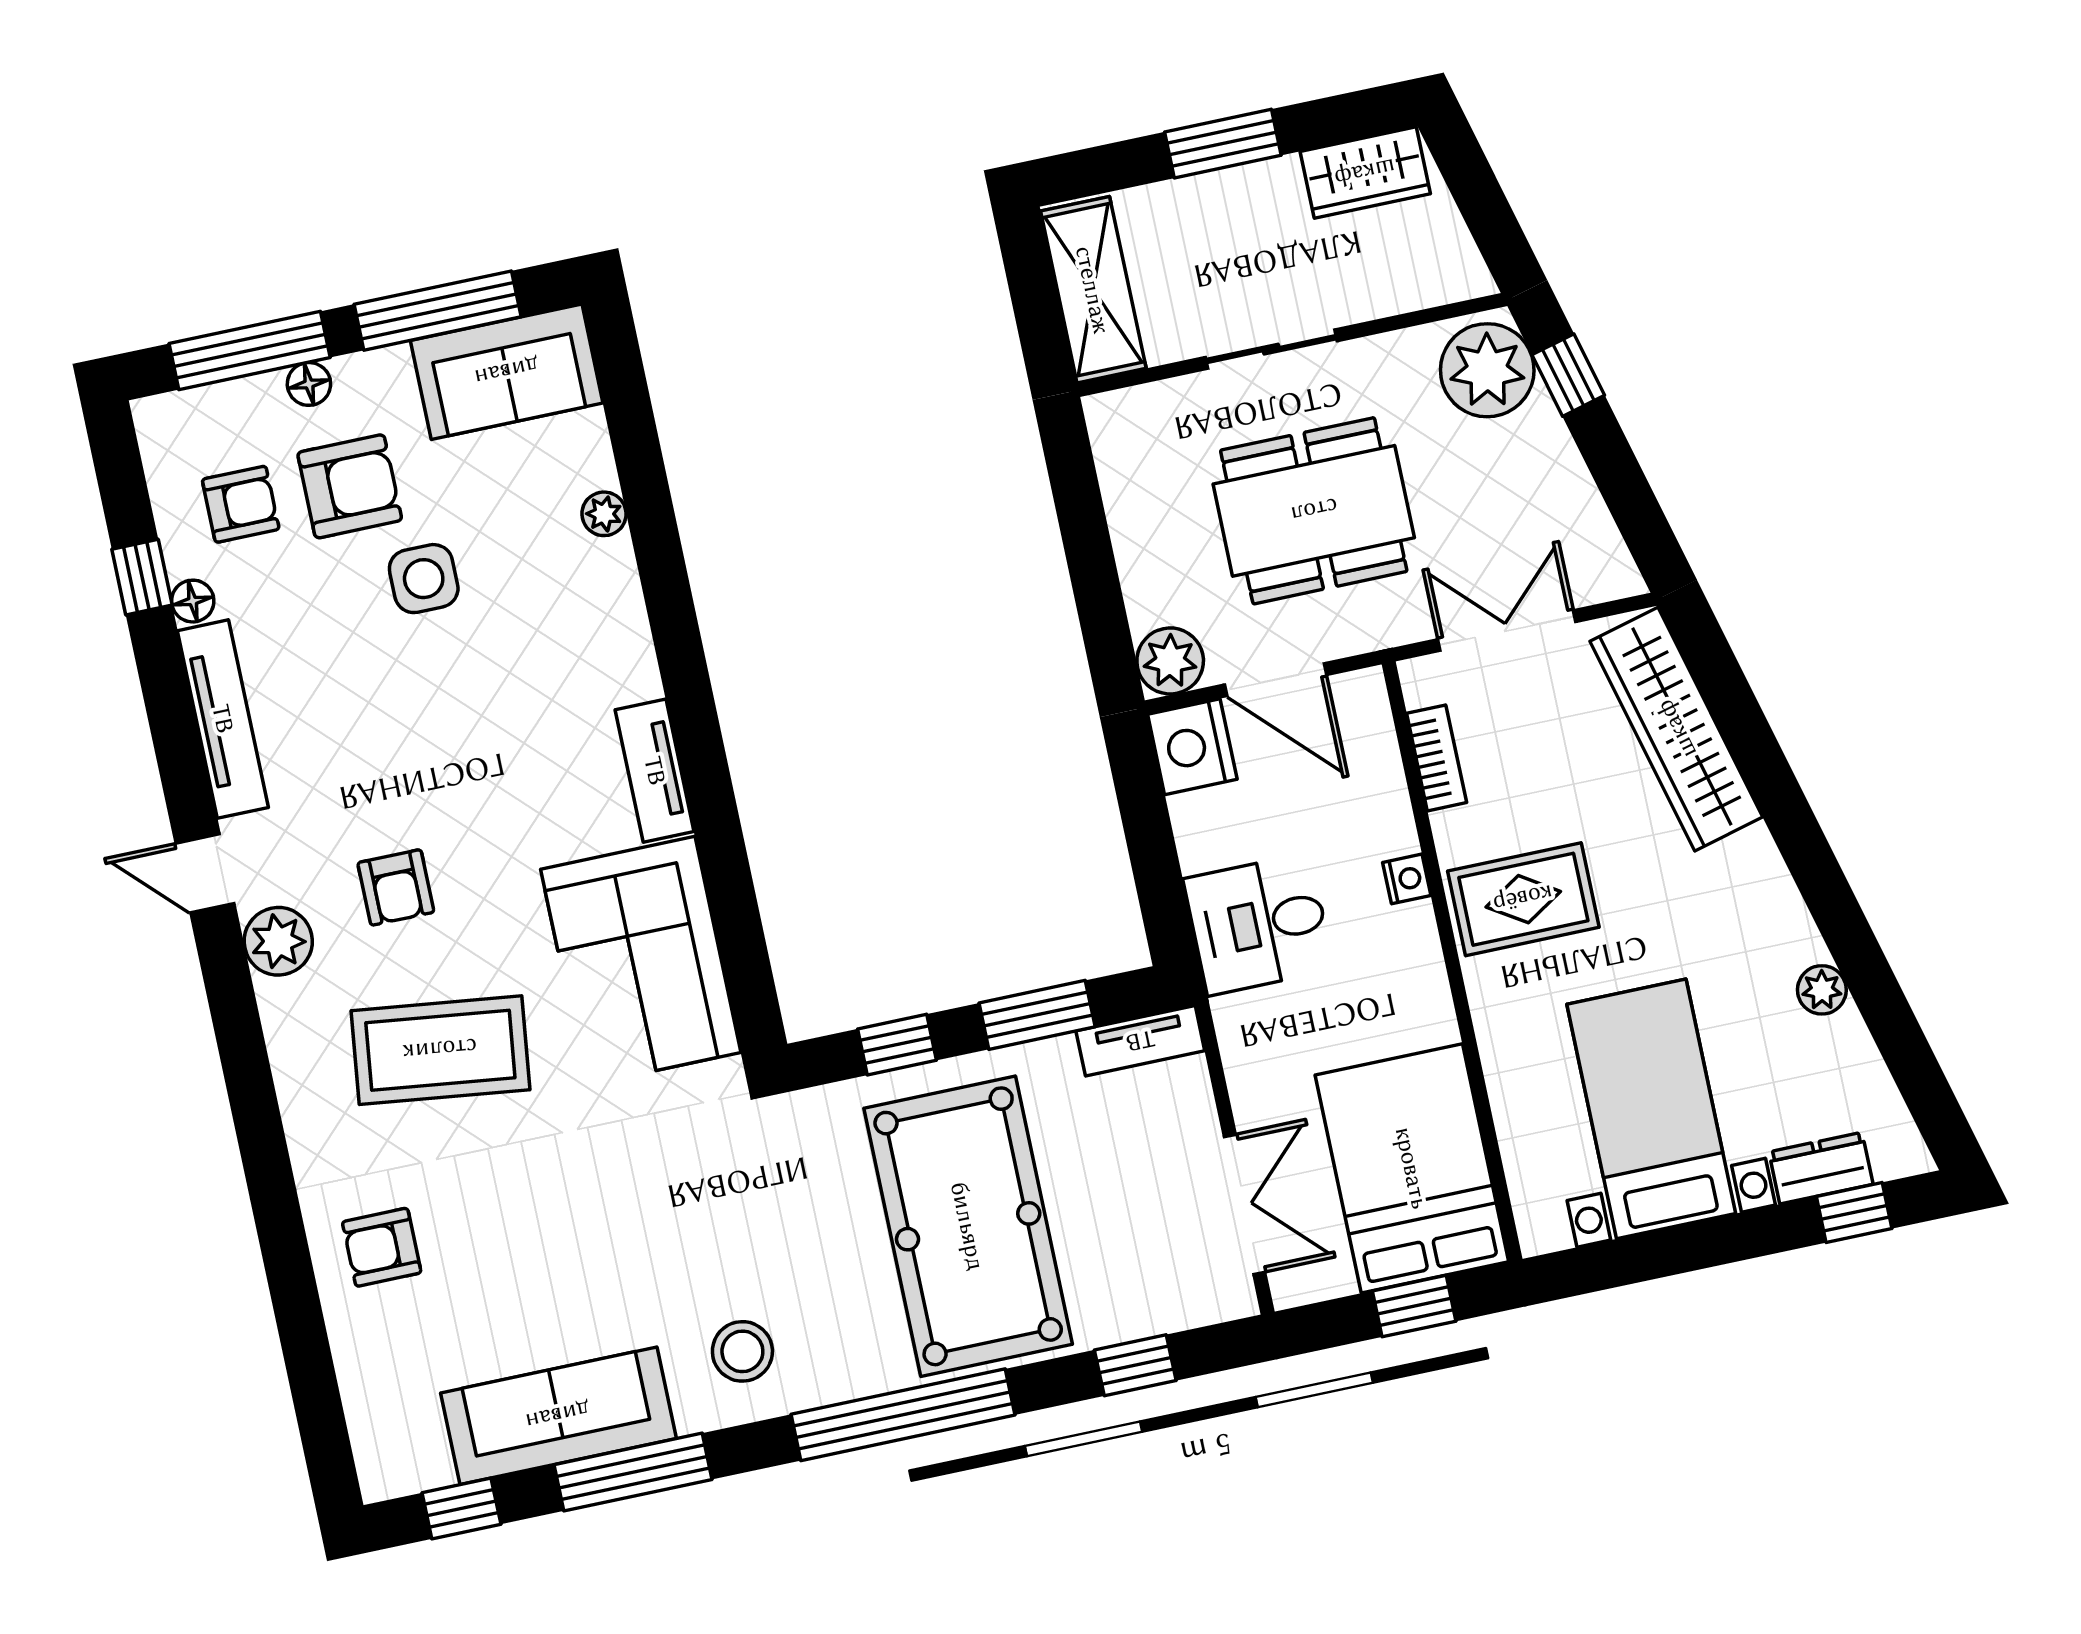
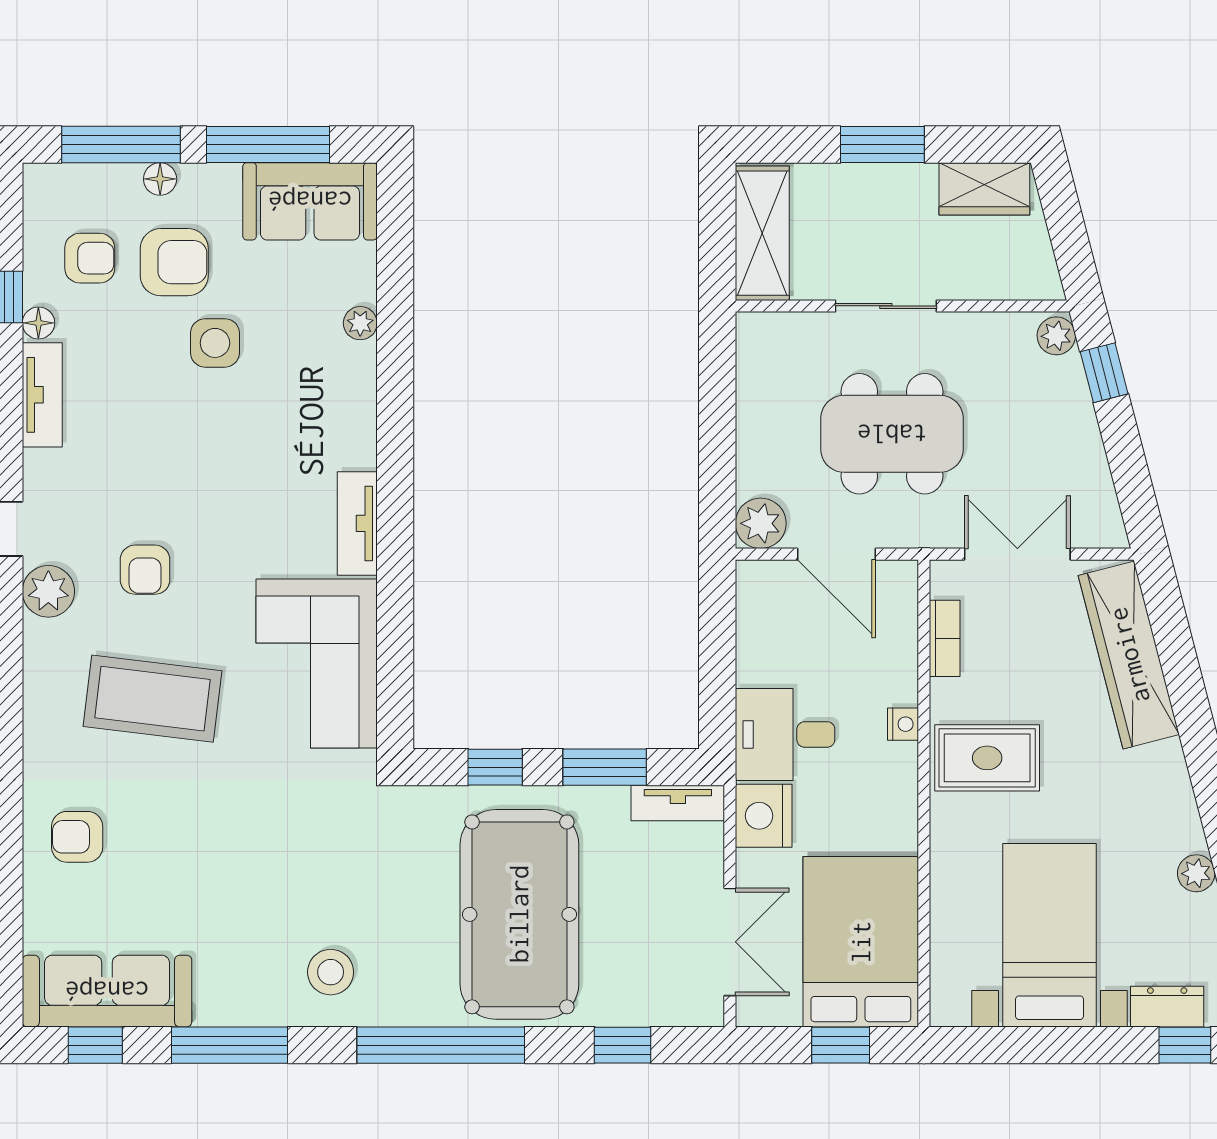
plant: (1487, 370) -> (1056, 336), width x0.53, depth x0.53
tv unit: (223, 719) -> (42, 395), width x0.71
nightstand: (1192, 747) -> (764, 816), moved
sofa: (558, 1416) -> (107, 991), moved

